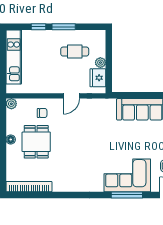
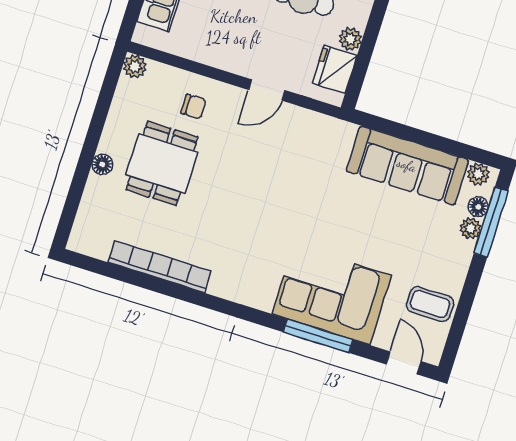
floor lamp: (11, 139) -> (102, 164), moved
bookcase: (29, 187) -> (160, 267), moved

